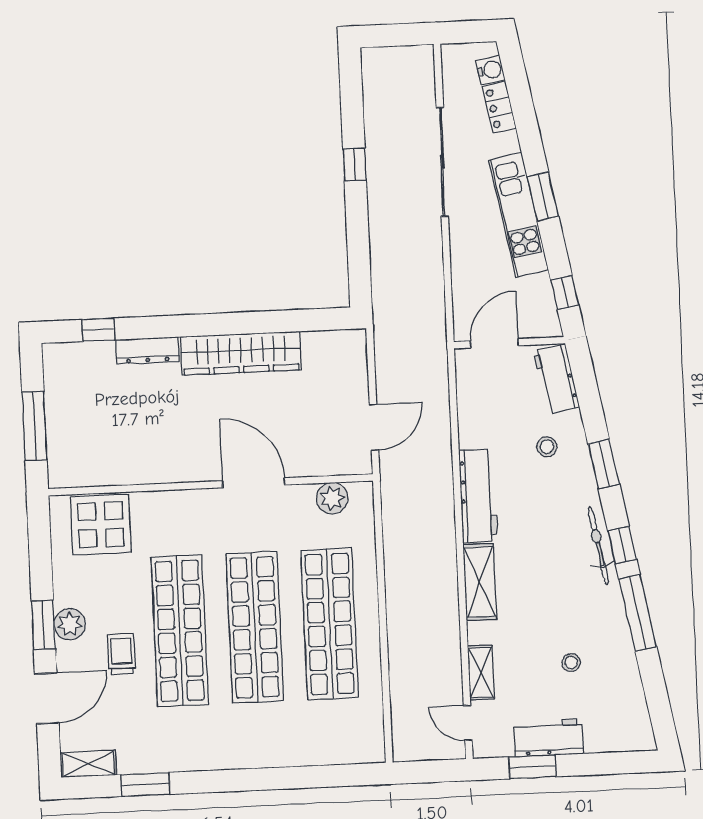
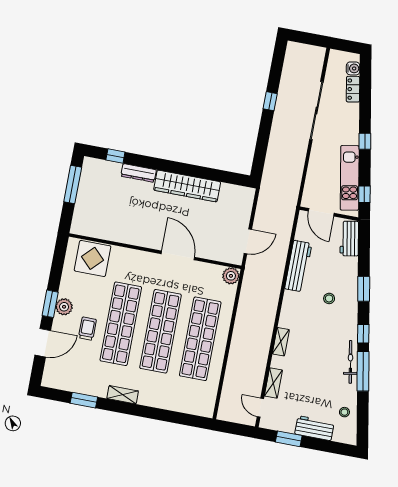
window: (543, 197) -> (365, 141), width x0.67
kitchen unit: (519, 215) -> (350, 178), moved
door: (494, 343) -> (321, 212), swing flipped
window: (34, 426) -> (73, 184), moved
stool: (547, 447) -> (329, 298), moved
workbench: (478, 496) -> (298, 266), moved
plant: (332, 498) -> (231, 276), moved
bicycle: (598, 546) -> (350, 362), moved
shelving: (480, 582) -> (281, 342), width x0.67, depth x0.75
stool: (571, 663) -> (344, 412), moved
workbench: (548, 738) -> (314, 428), moved
shelving: (88, 764) -> (123, 395), moved

